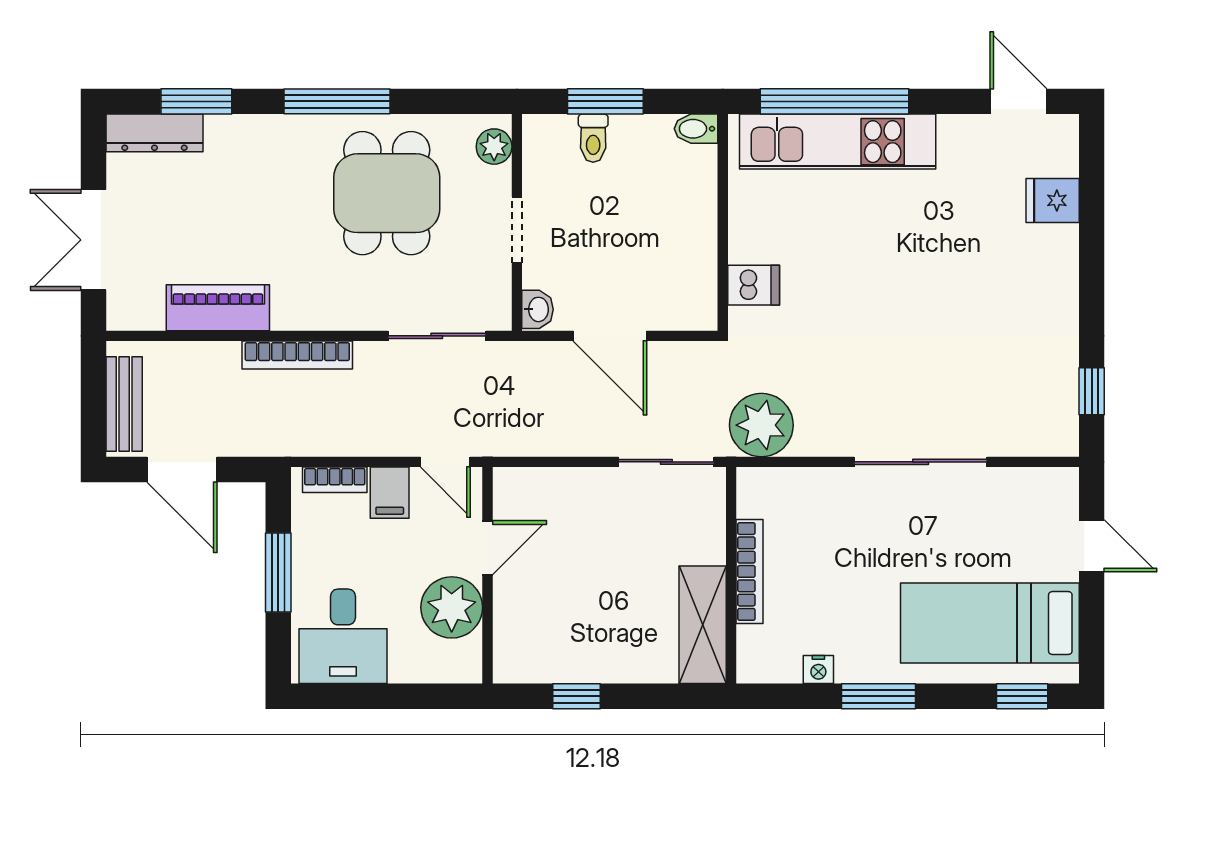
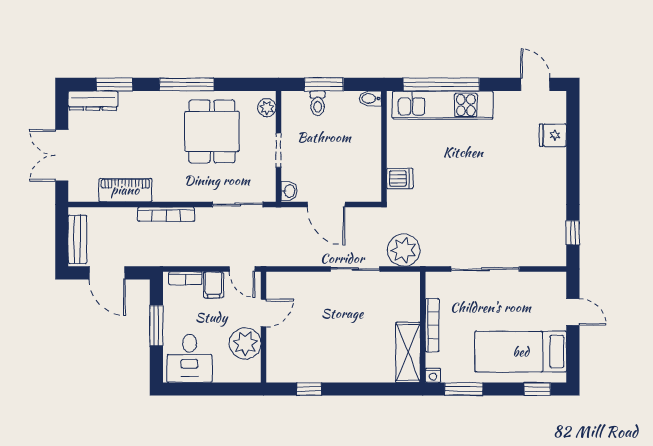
bookcase: (750, 571) -> (432, 325), moved
wall: (731, 575) -> (423, 327), moved
shelving: (703, 625) -> (408, 352), moved

